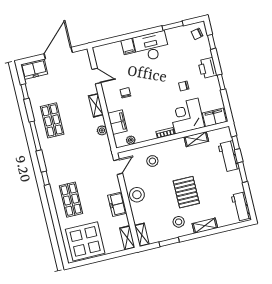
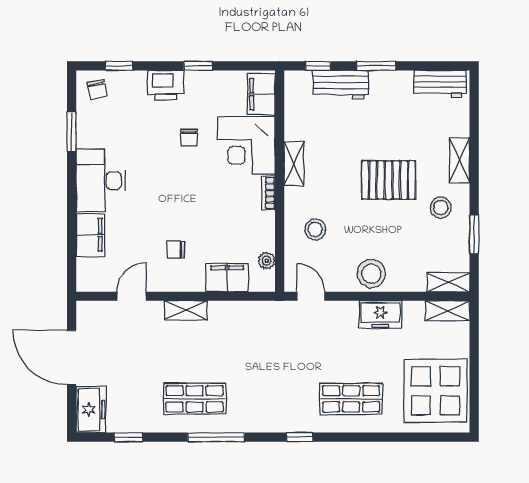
filing cabinet: (128, 46) -> (90, 235), width x2.00
plant: (102, 130) -> (236, 310), removed
shelving: (196, 139) -> (294, 163), moved

